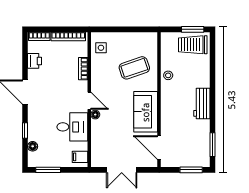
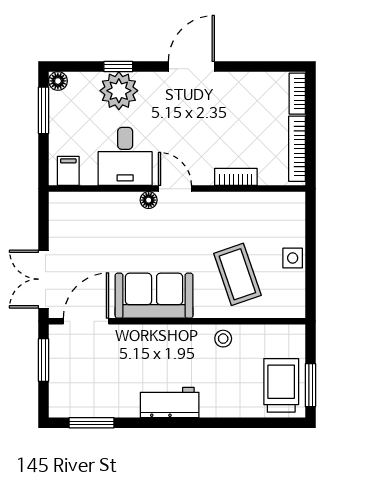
side table: (101, 48) -> (293, 258), moved
printer: (35, 61) -> (251, 85), removed
door: (89, 101) -> (175, 189), swing flipped
plant: (38, 130) -> (119, 91), added
floor lamp: (33, 146) -> (58, 81), moved
double door: (122, 170) -> (44, 279), moved
window: (191, 170) -> (44, 360), moved

